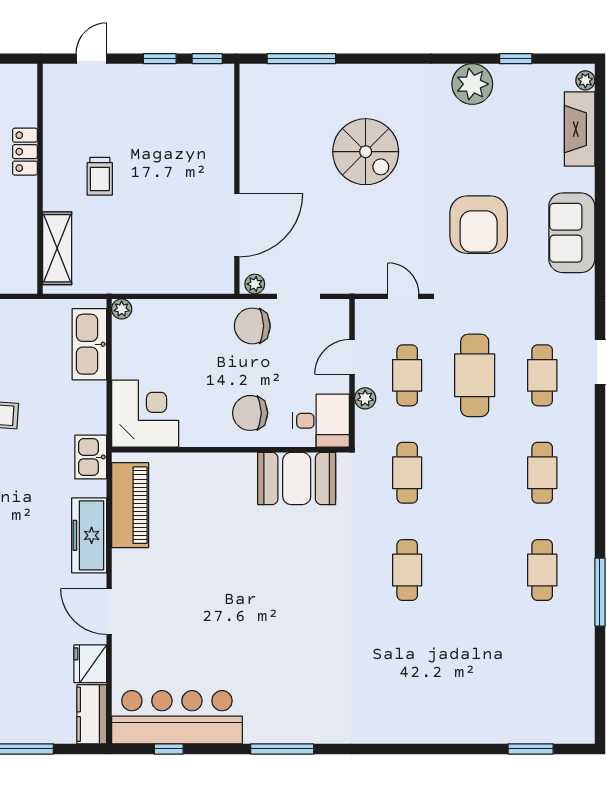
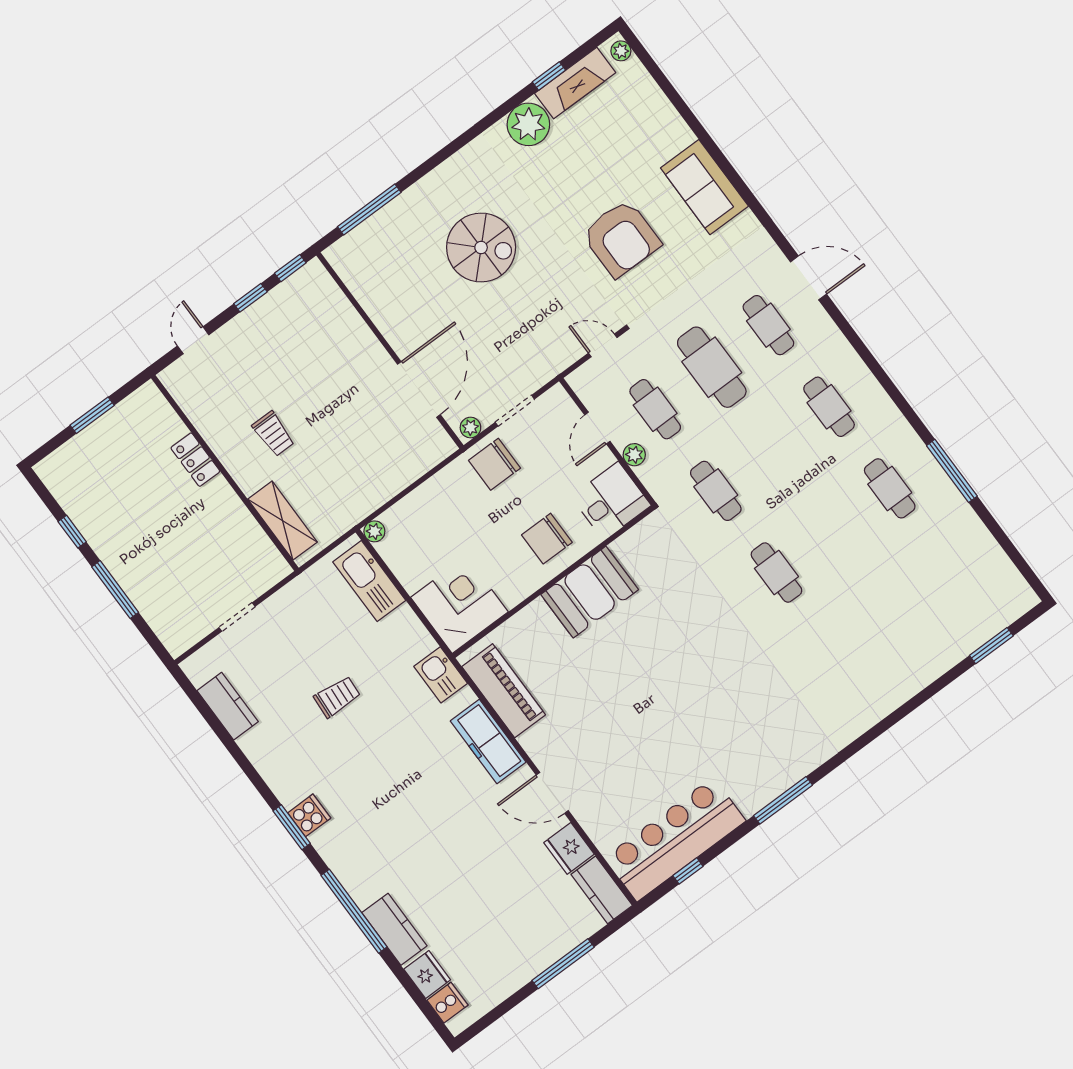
fireplace: (580, 129) -> (575, 83), moved, turned -90
booth: (297, 478) -> (590, 592), moved

